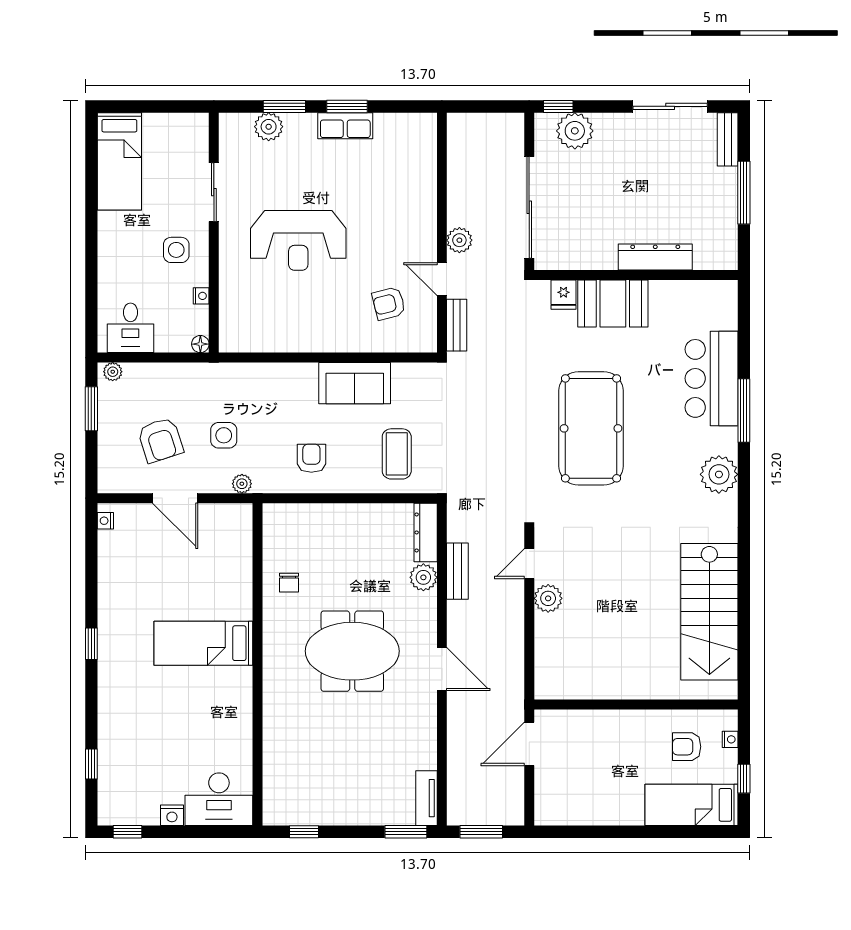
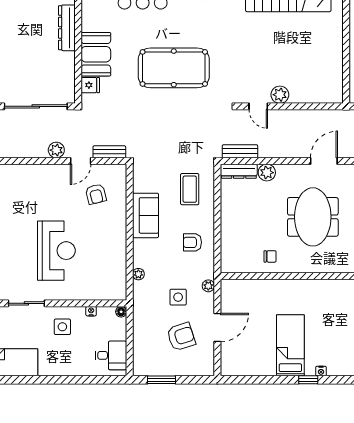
plant: (113, 372) -> (138, 274), moved
coffee table: (397, 454) -> (190, 189), turned 90
nightstand: (105, 521) -> (321, 371), moved
bench: (457, 571) -> (240, 151), moved
bed: (203, 643) -> (290, 345), moved, turned 180

